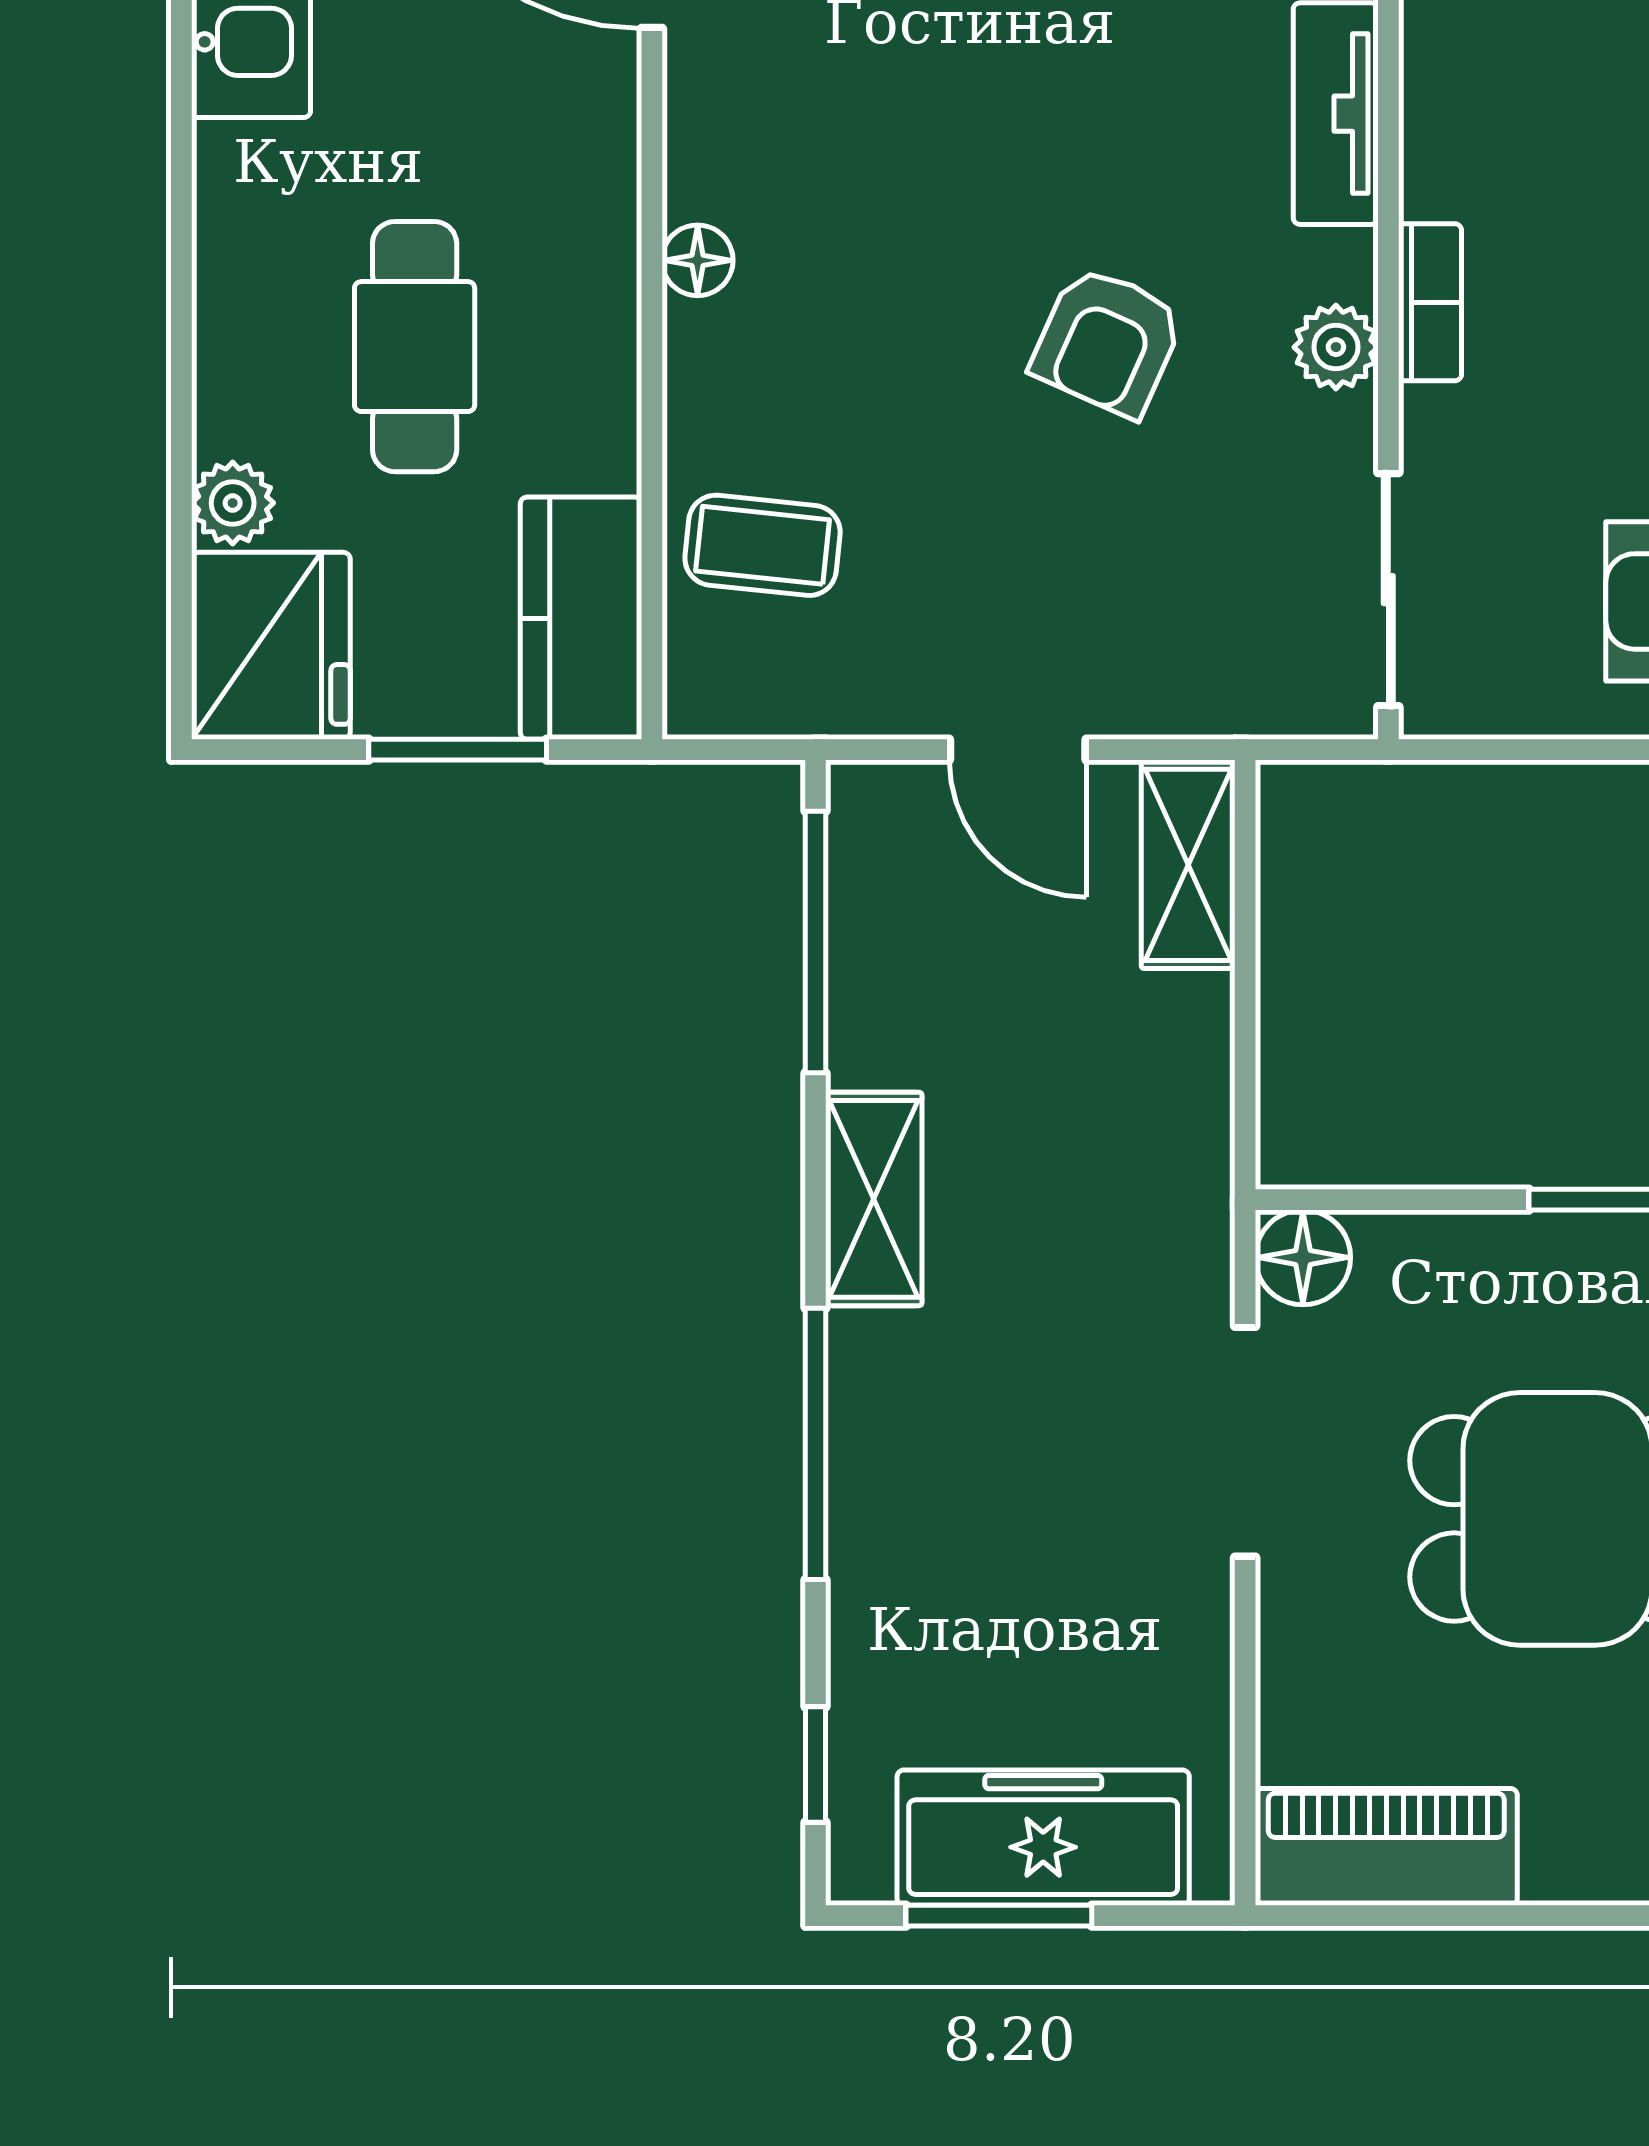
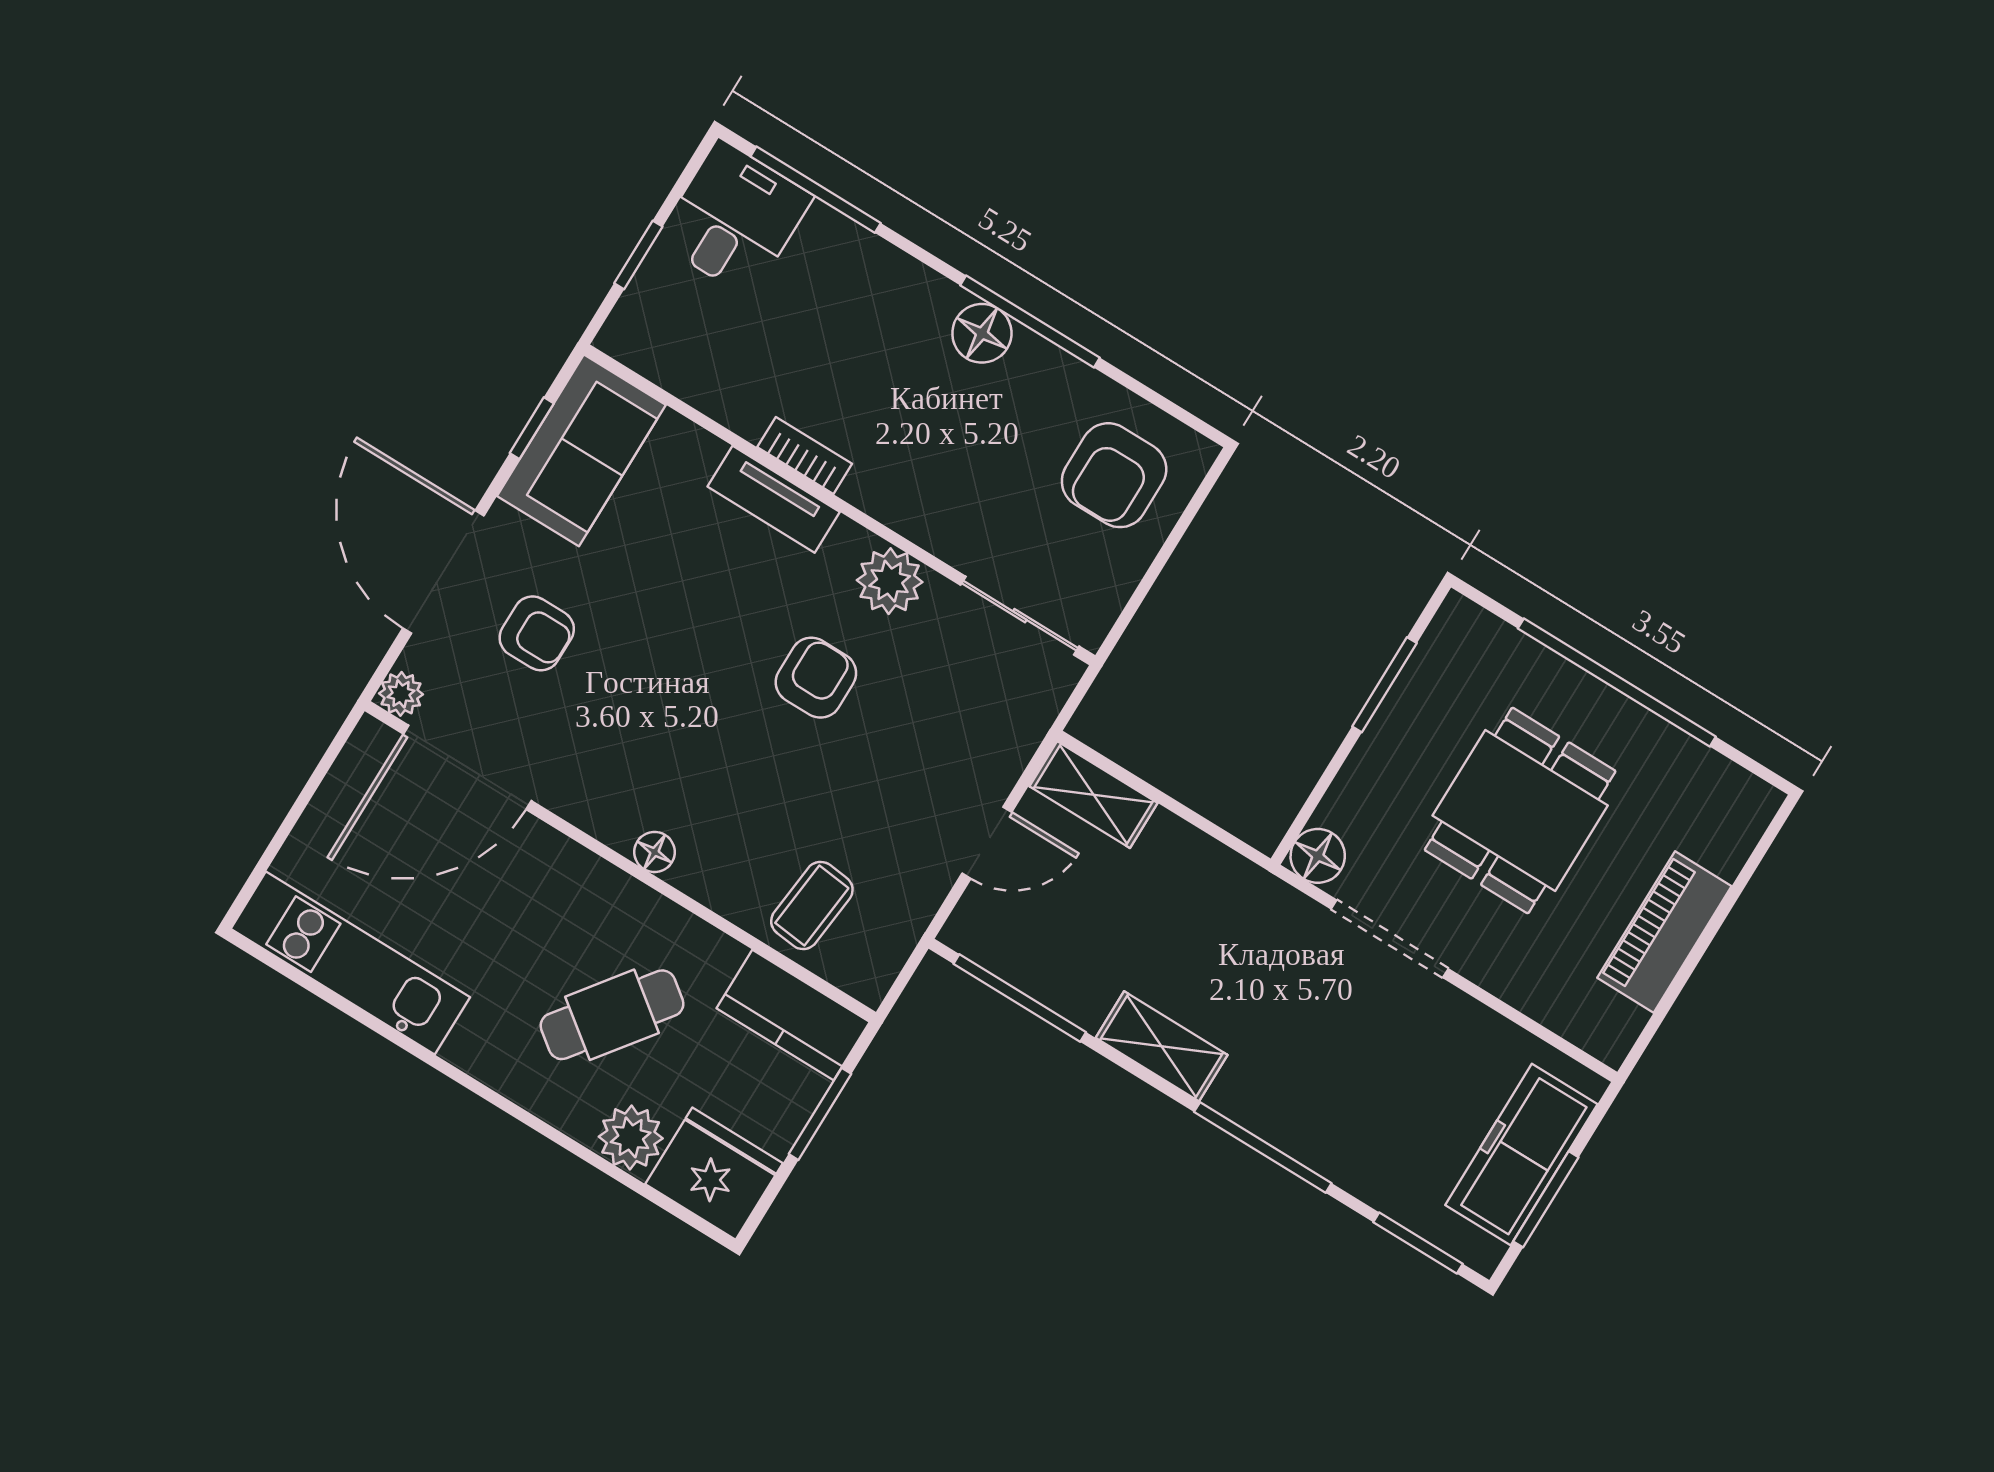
bookcase: (1430, 302) -> (805, 455), moved
armchair: (1107, 341) -> (816, 678), turned -114
cafe table: (415, 347) -> (612, 1015), turned -53
plant: (1336, 347) -> (890, 581), width x1.38, depth x1.38
plant: (233, 503) -> (631, 1137), width x1.38, depth x1.38
window: (816, 1764) -> (1418, 1243), width x1.50
piano: (1386, 1847) -> (1664, 932), moved

